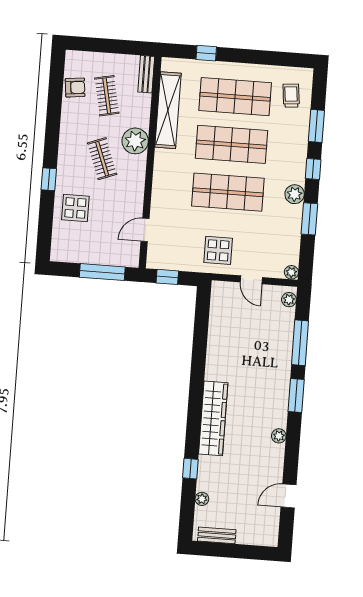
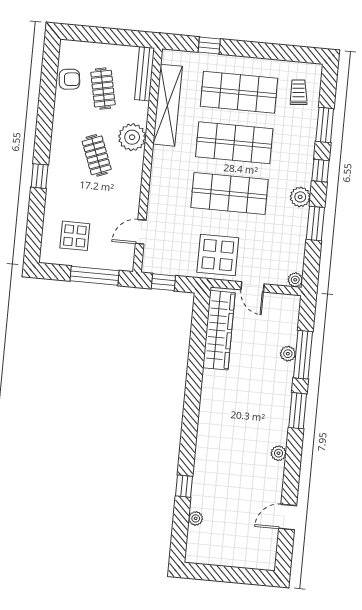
bench: (146, 74) -> (144, 74), width x1.36
display table: (75, 208) -> (75, 236), moved
display table: (218, 250) -> (218, 255), width x1.36, depth x1.36
plant: (289, 300) -> (288, 354), moved
wardrobe: (213, 418) -> (219, 330), moved
bench: (217, 535) -> (211, 558), removed

